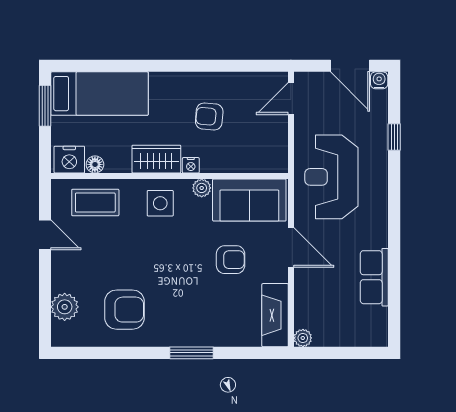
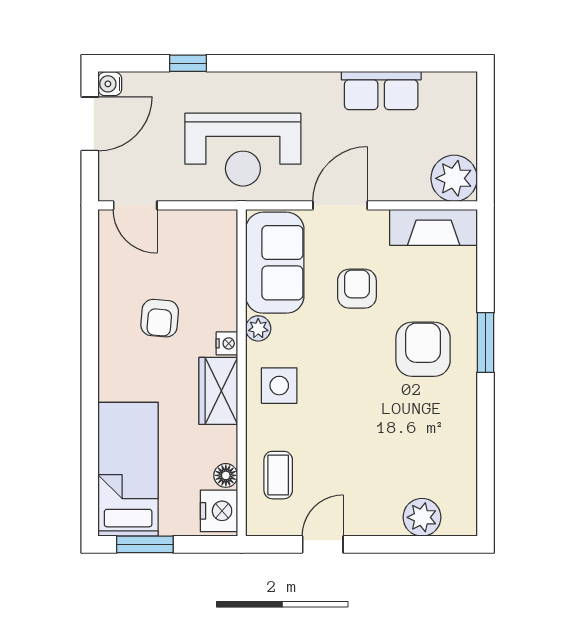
coffee table: (95, 202) -> (278, 475), width x0.73, depth x0.77
armchair: (125, 310) -> (423, 349), moved
plant: (303, 338) -> (454, 178), width x1.87, depth x1.87

